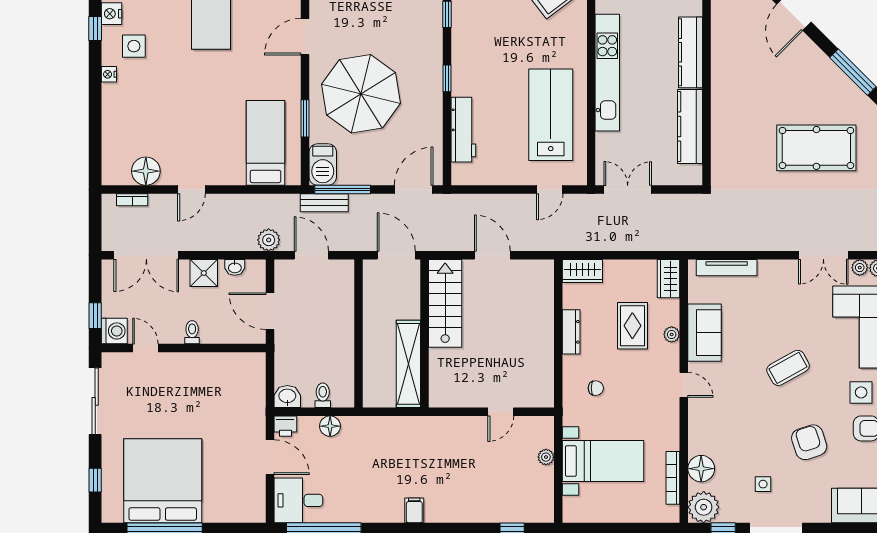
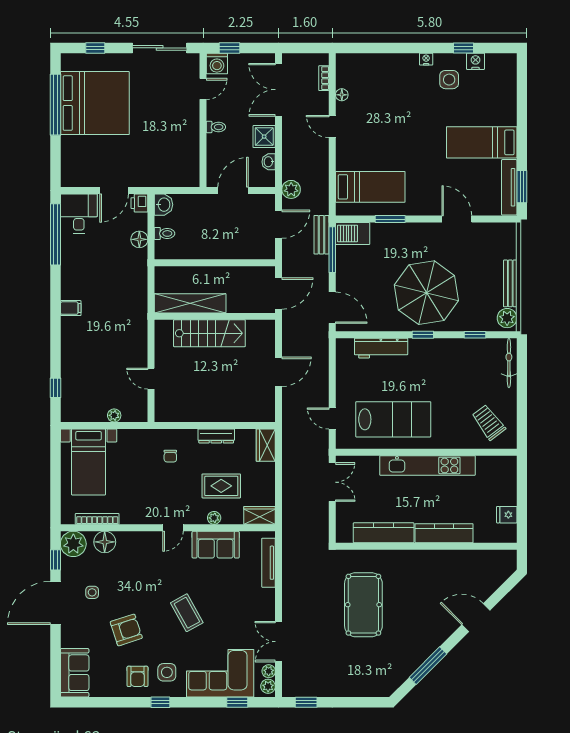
parasol: (361, 94) -> (426, 293), moved
pool table: (816, 148) -> (363, 605), moved
floor lamp: (146, 171) -> (342, 95), width x0.53, depth x0.53
stairs: (445, 303) -> (209, 333), moved
bed with nightstands: (603, 461) -> (89, 462), moved

